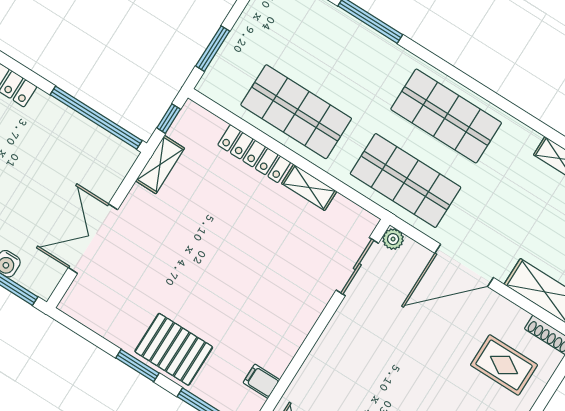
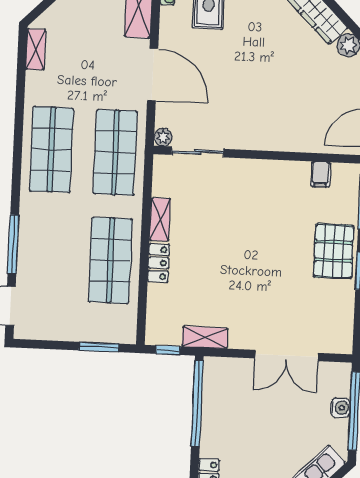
locker: (254, 154) -> (159, 263), width x0.66

